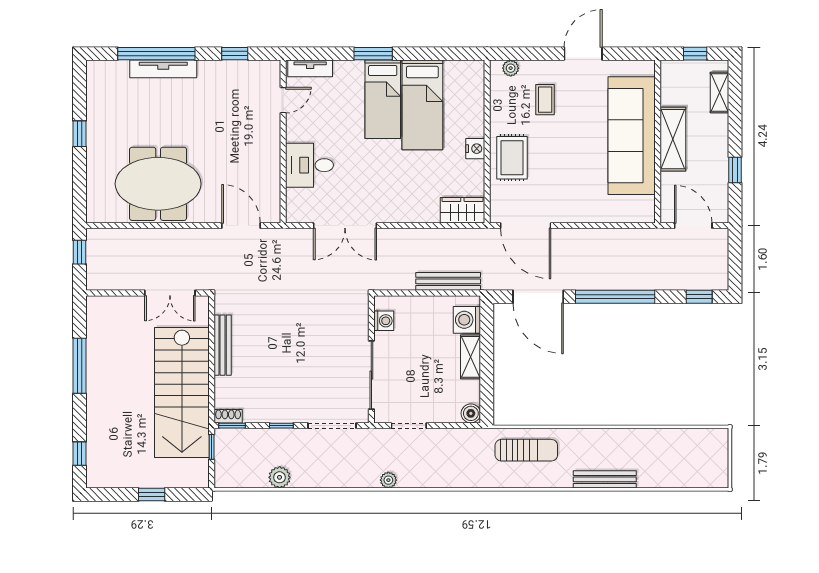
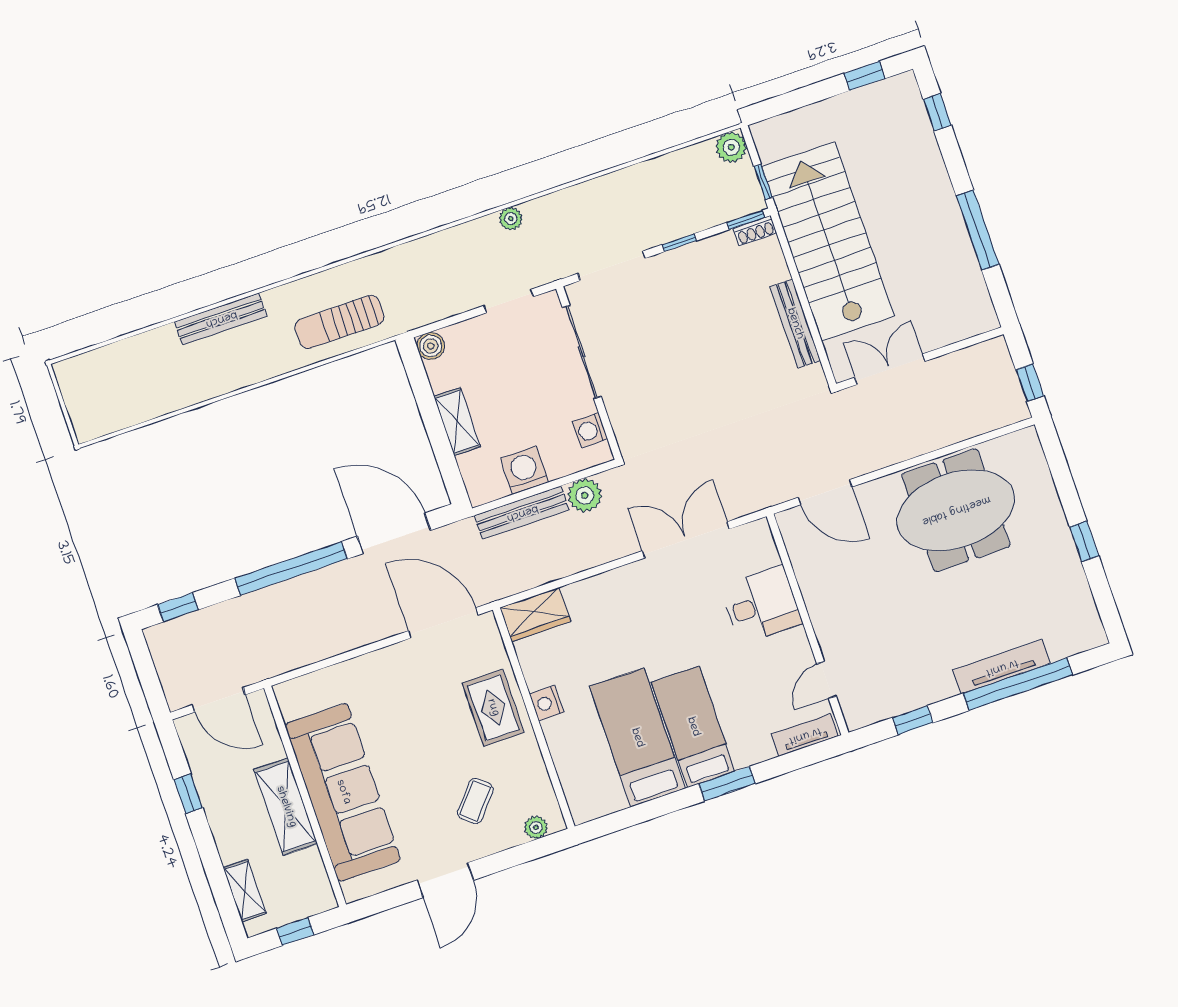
coffee table: (545, 100) -> (475, 801), turned 41
plant: (402, 279) -> (585, 495), added
washing machine: (467, 320) -> (524, 470), moved, turned -90
plant: (280, 477) -> (731, 147), moved
window: (152, 495) -> (864, 76), moved

